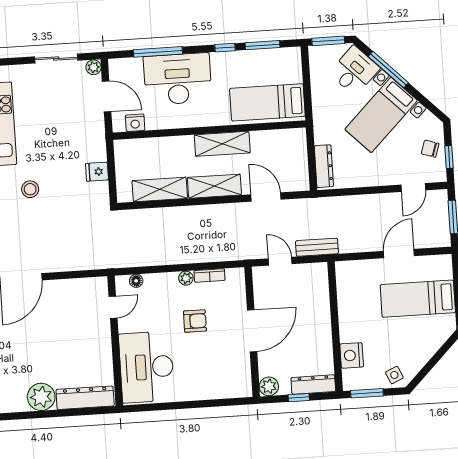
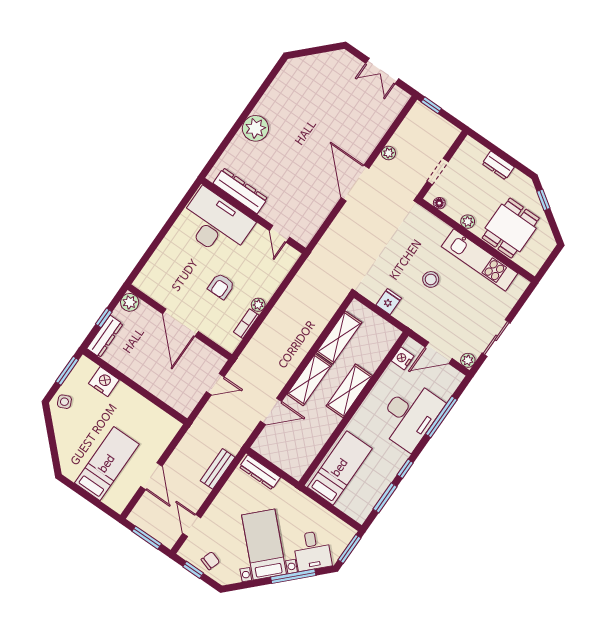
shelving: (222, 144) -> (349, 391), moved
stool: (30, 189) -> (431, 279), moved
bench: (317, 247) -> (218, 469), moved
floor lamp: (136, 281) -> (285, 266), removed
dresser: (85, 398) -> (240, 191), moved, turned -90

